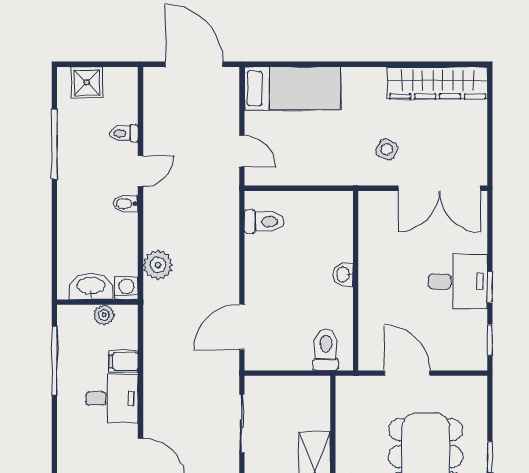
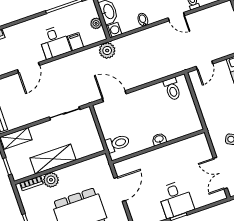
double door: (439, 188) -> (220, 173), width x0.73
bidet: (126, 204) -> (143, 20), moved
plant: (158, 265) -> (107, 50), moved

